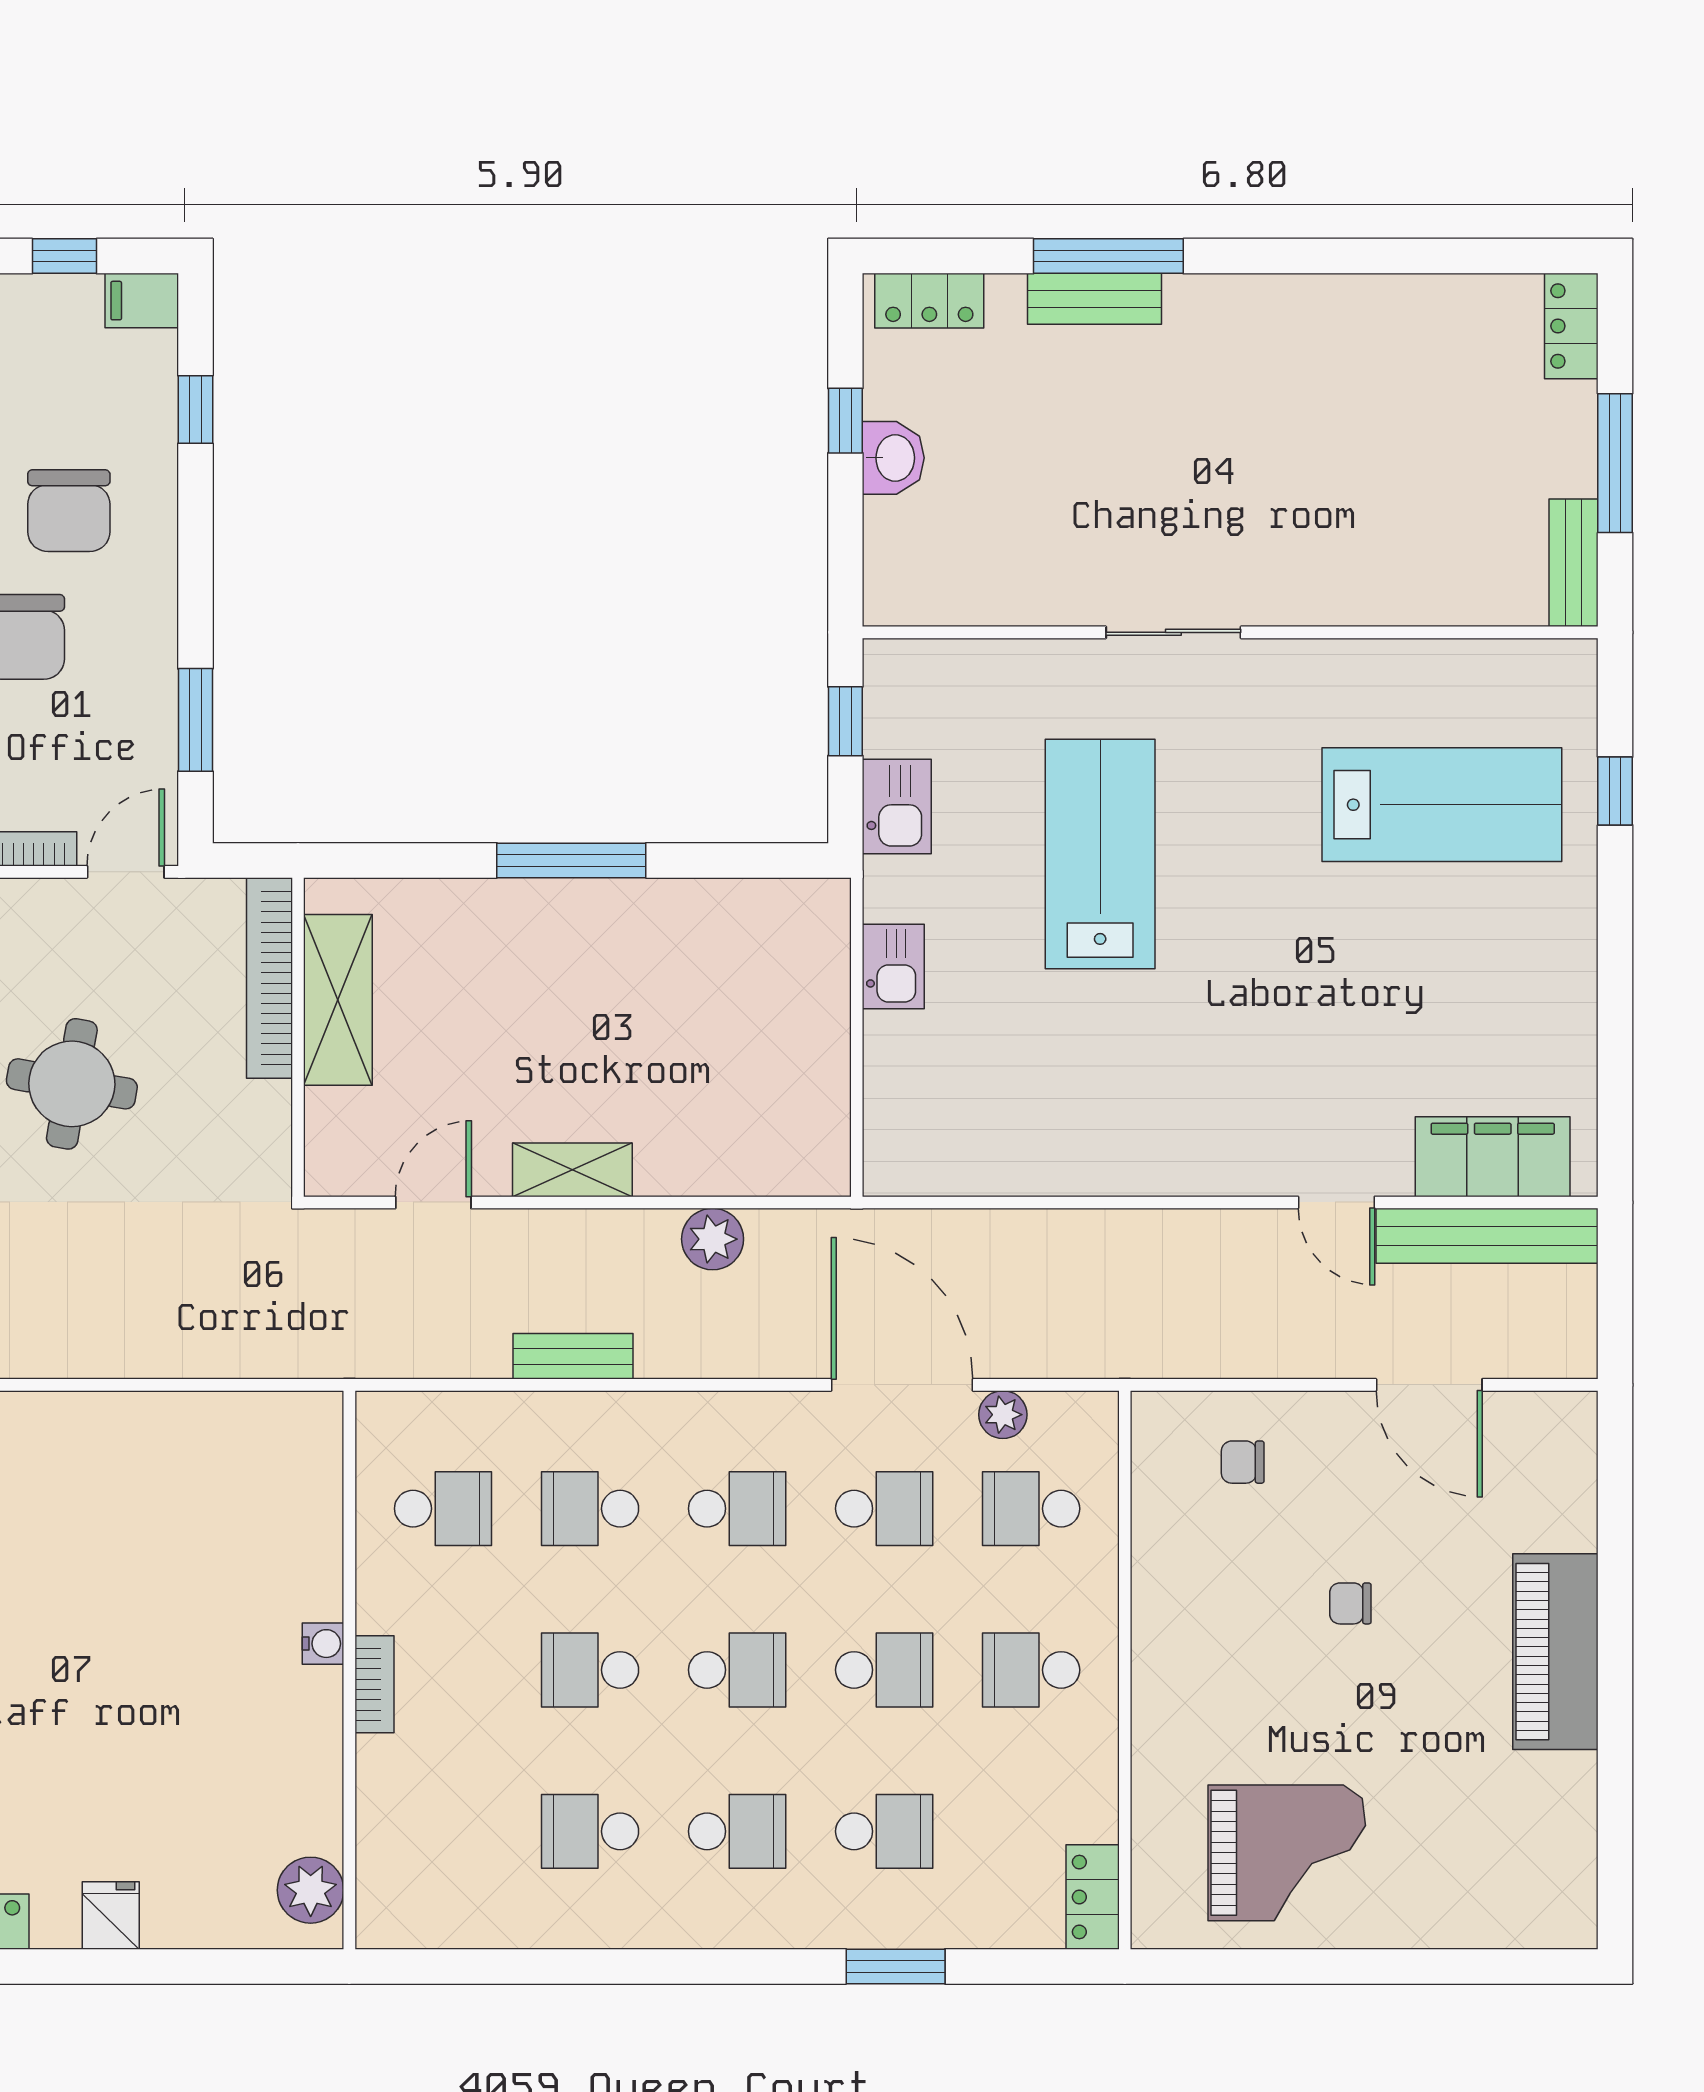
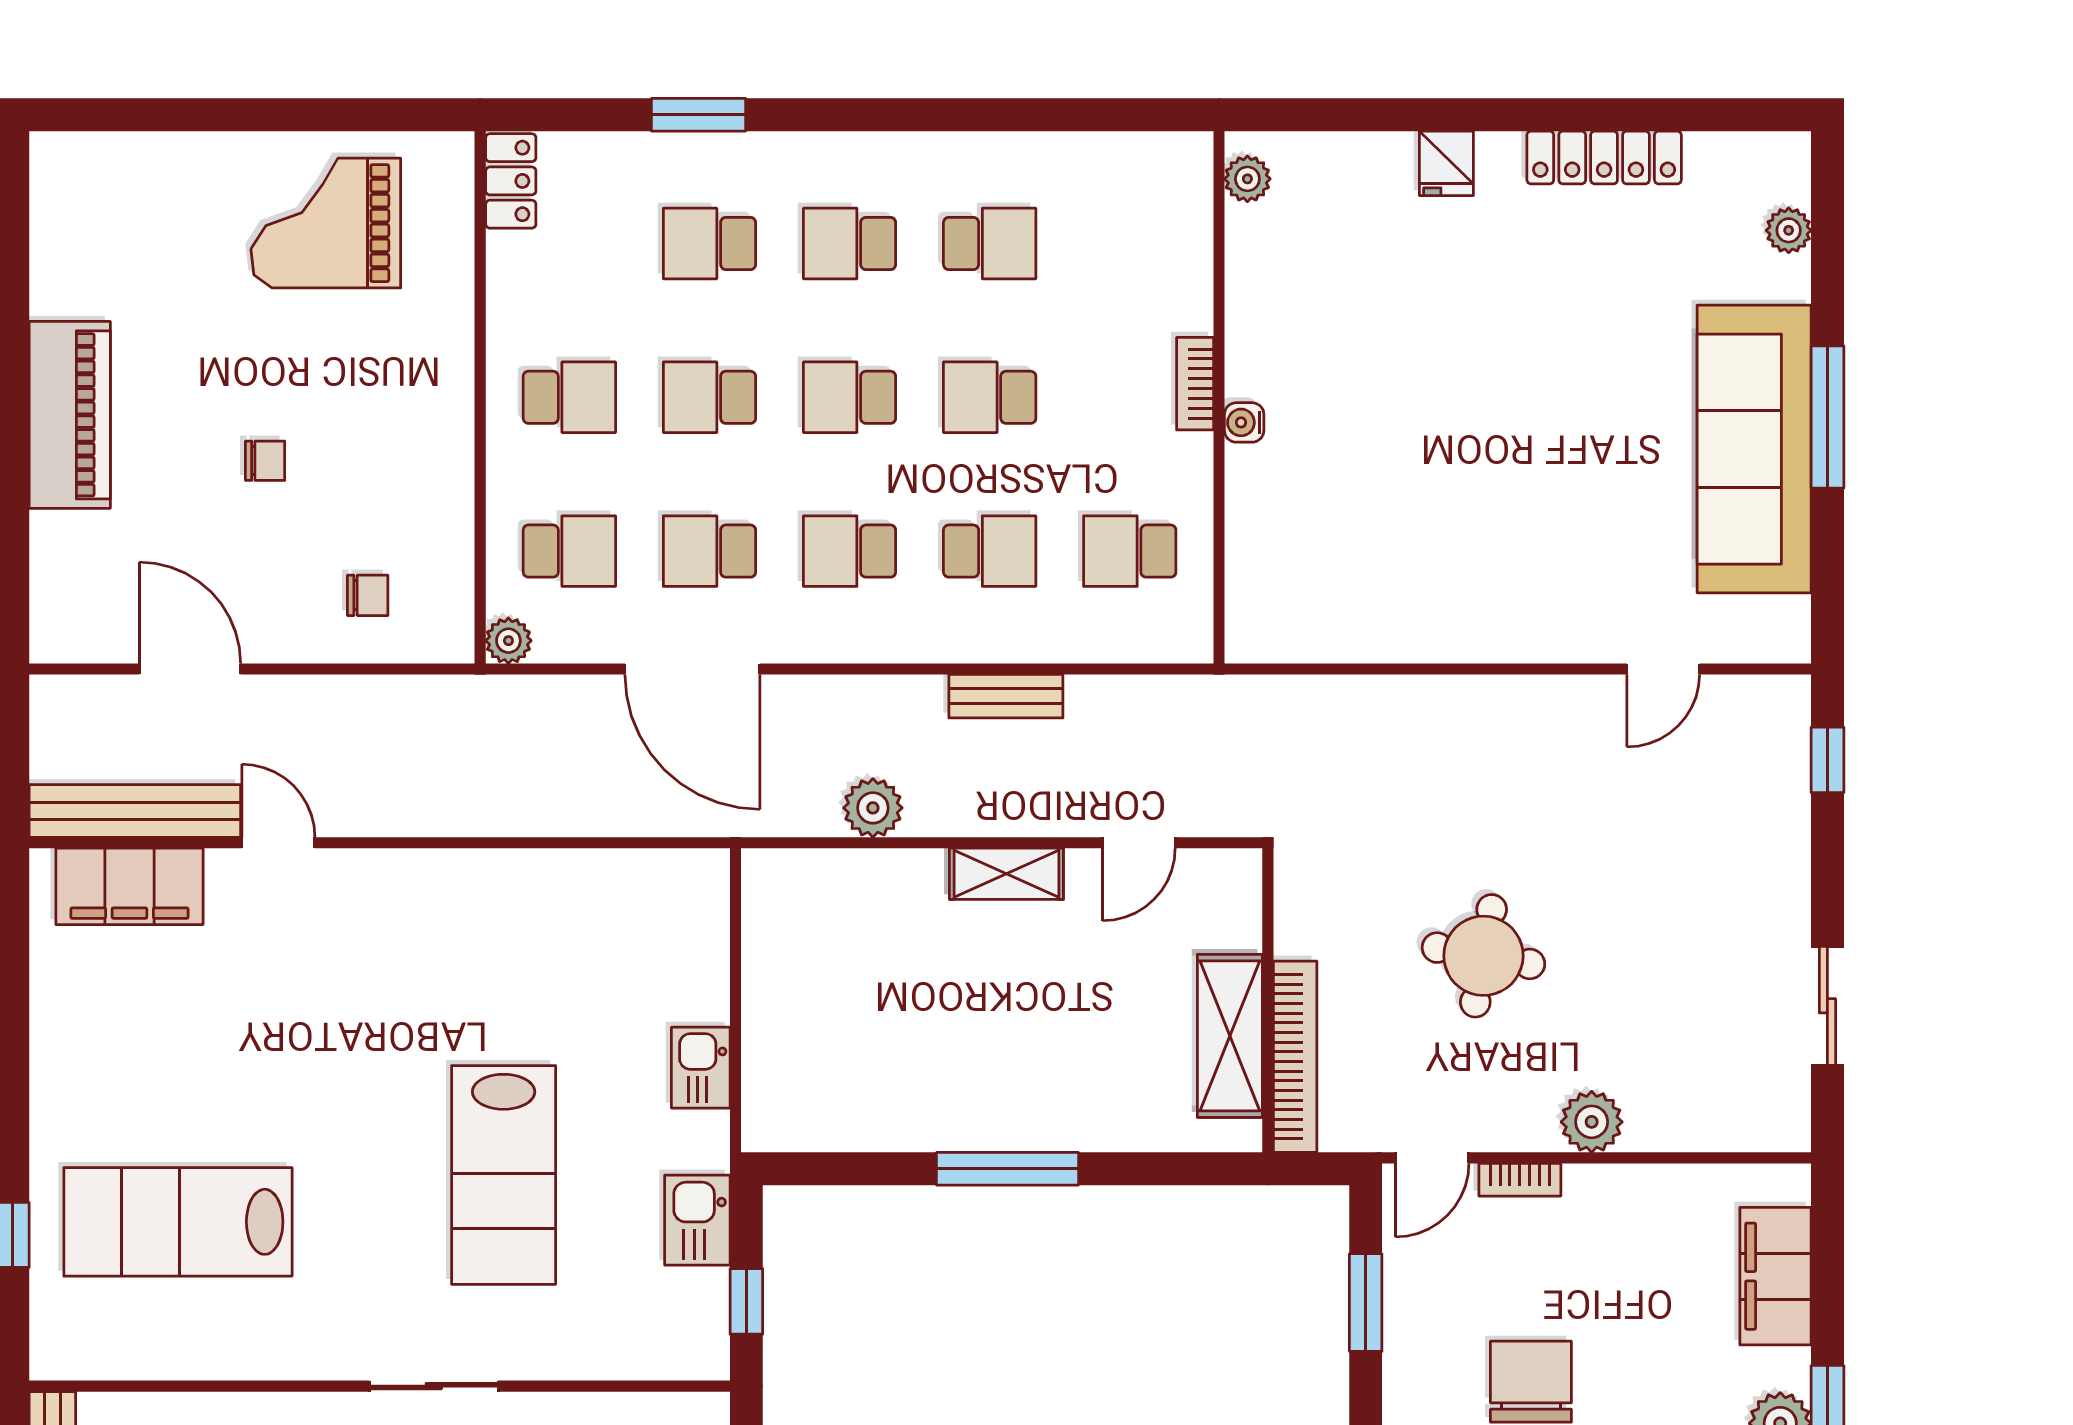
plant: (1003, 1415) -> (508, 641), moved
school desk: (590, 1670) -> (990, 397), turned 180
plant: (311, 1890) -> (1247, 179), width x0.73, depth x0.73

